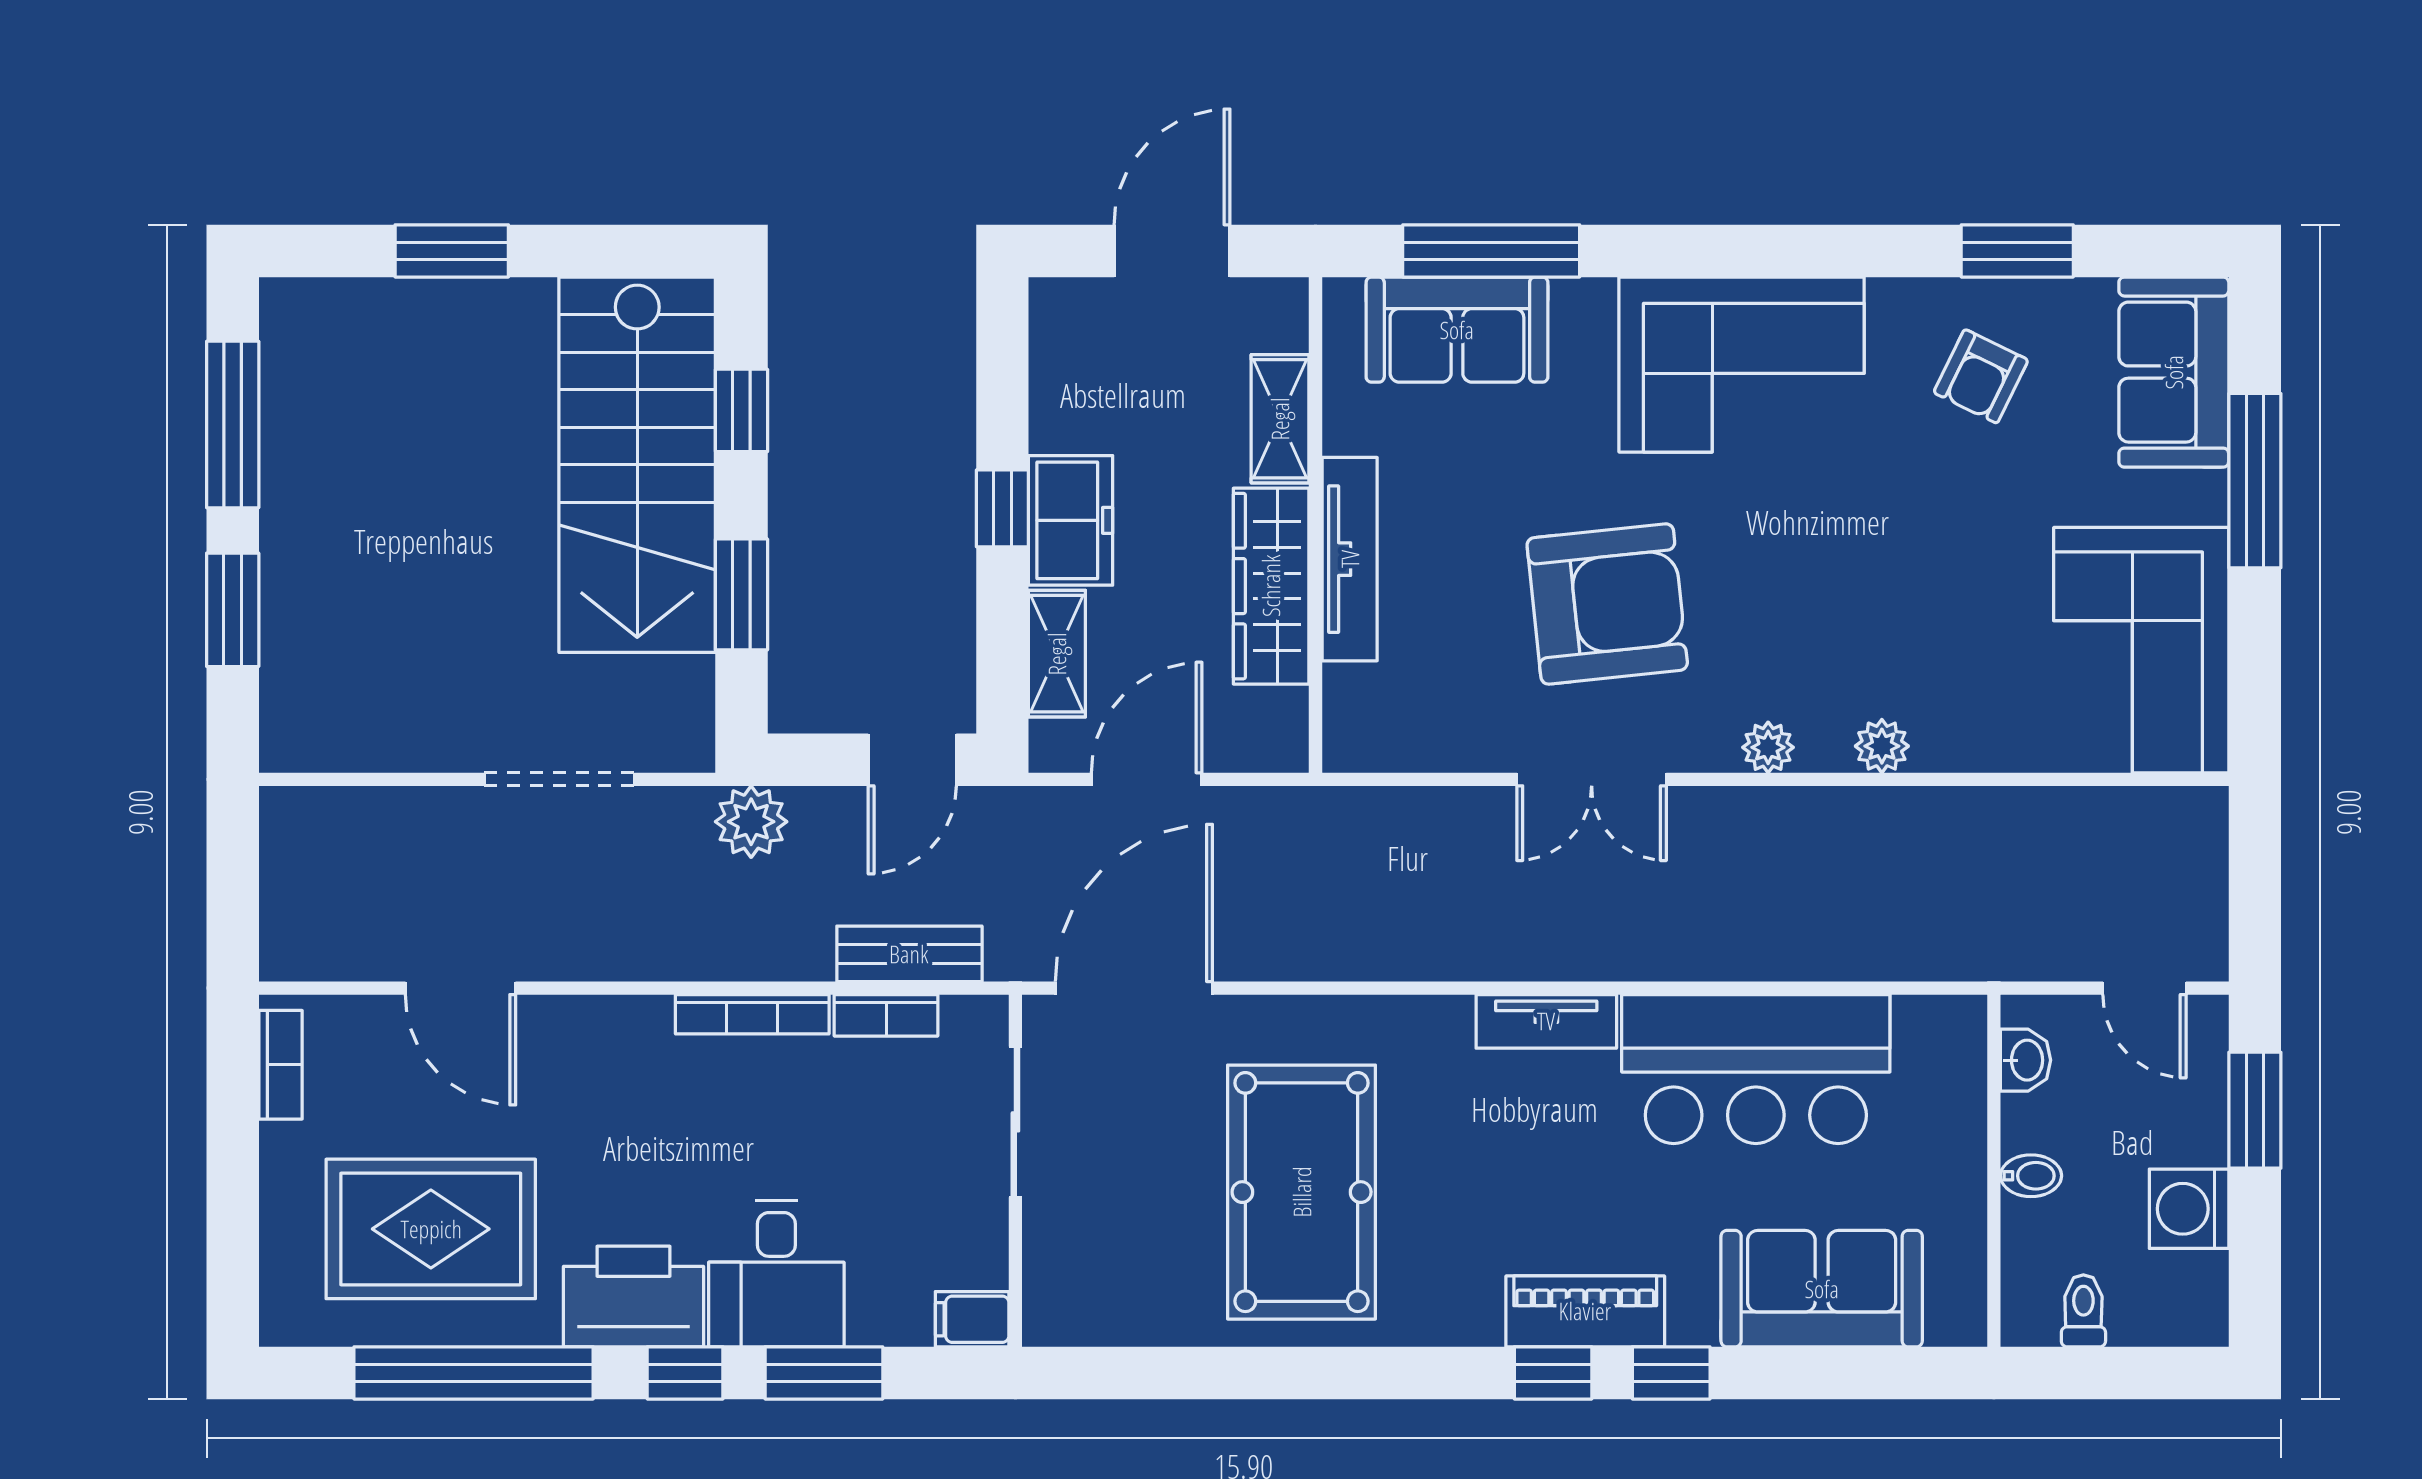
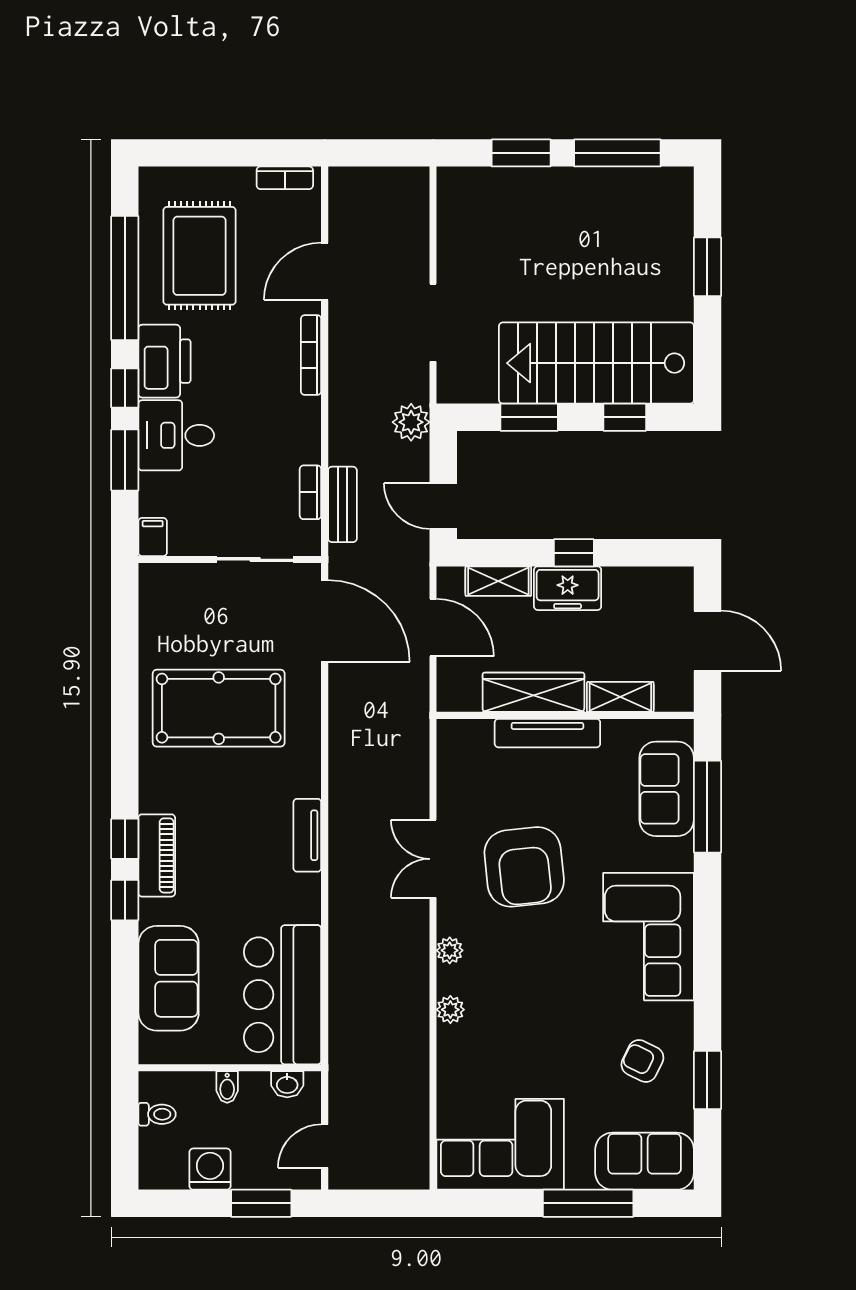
bookcase: (752, 1014) -> (311, 355), moved
bar counter: (1756, 1069) -> (283, 995), moved

